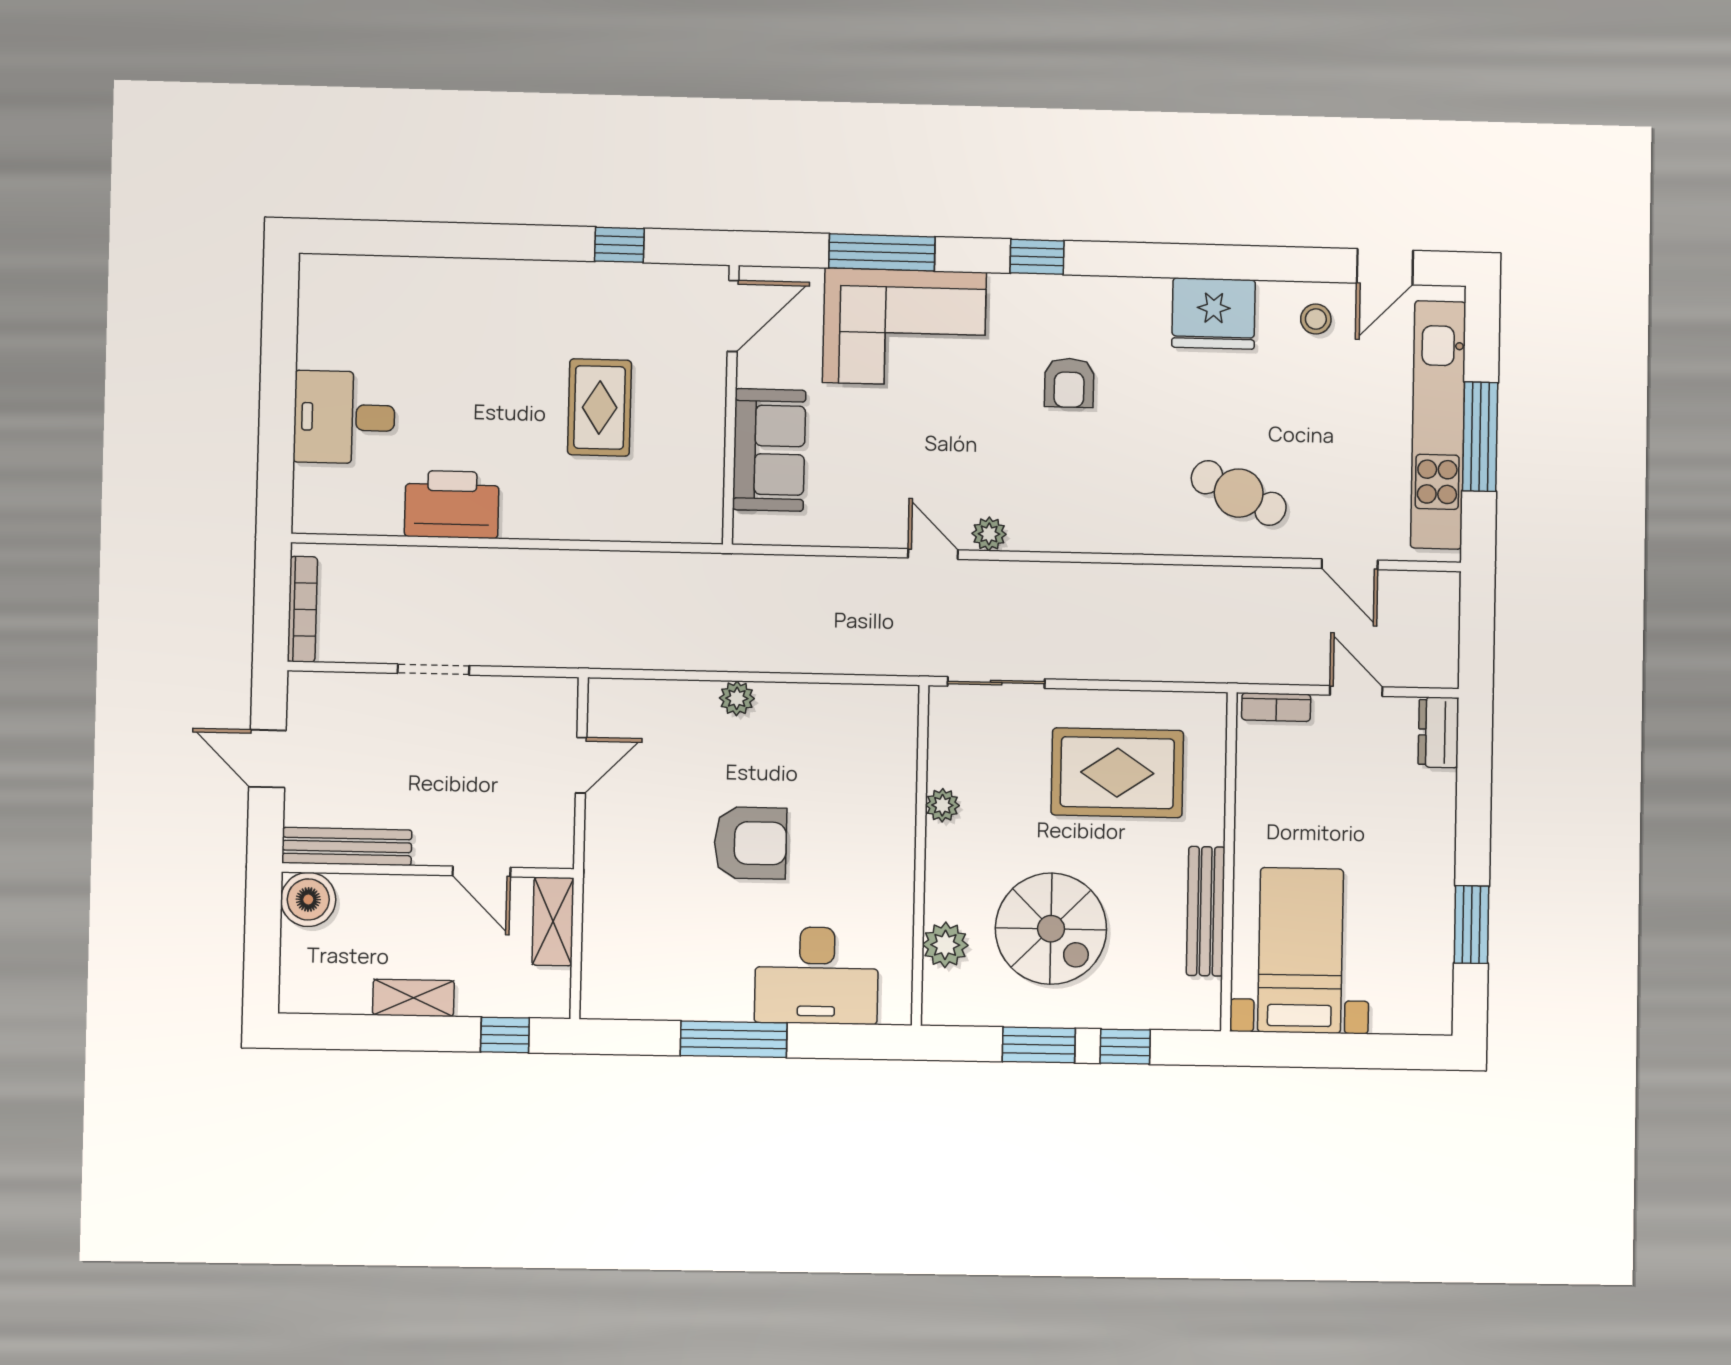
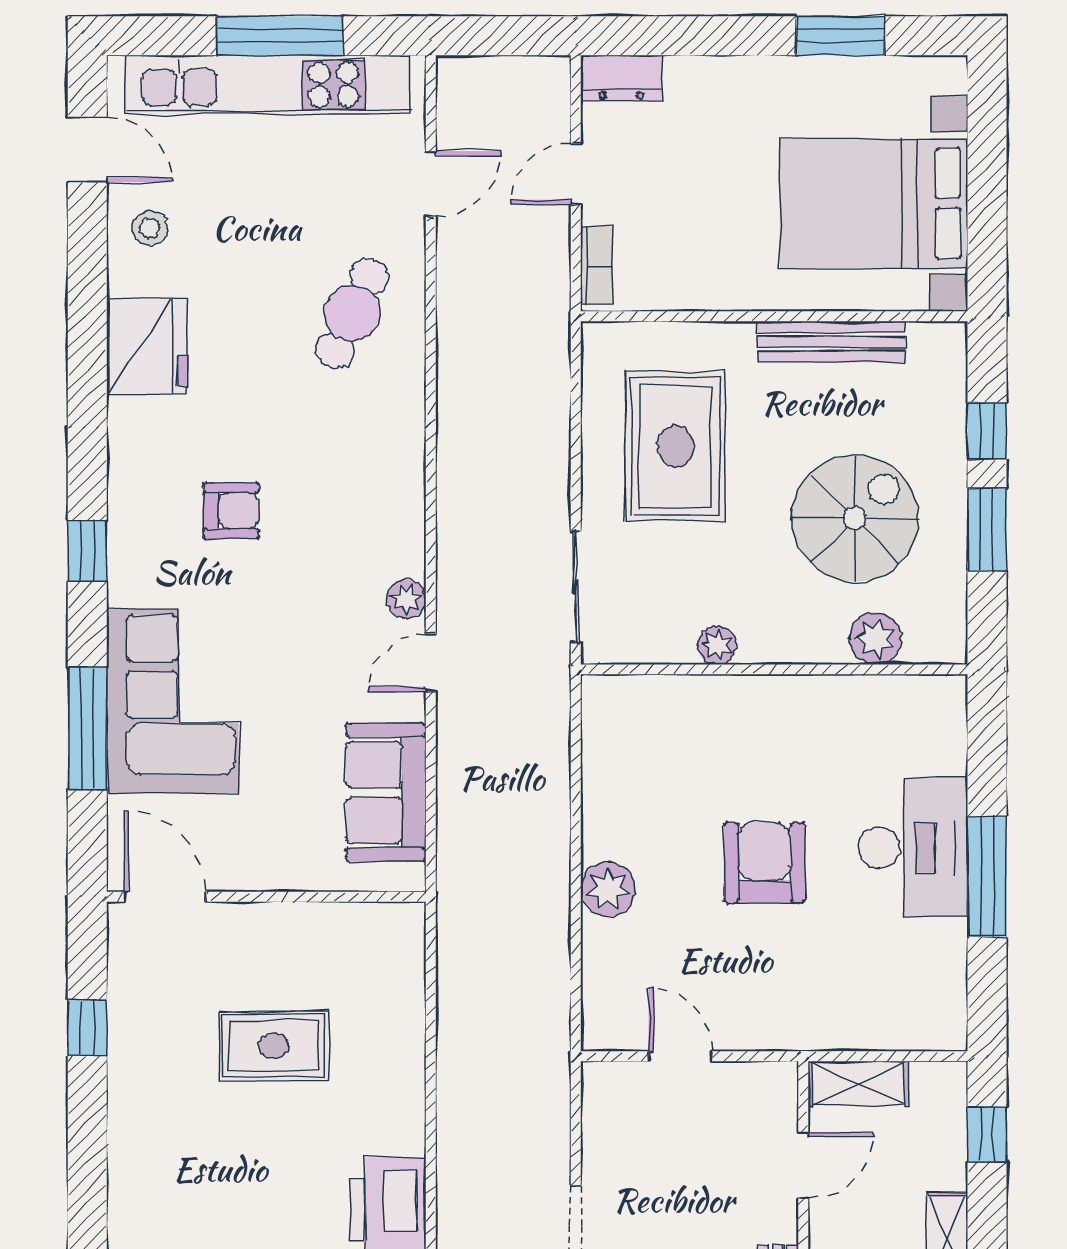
sofa: (769, 450) -> (386, 792), moved, turned -90
plant: (737, 698) -> (608, 889), width x1.38, depth x1.38
bed with nightstands: (1300, 950) -> (874, 203), width x1.36
desk: (817, 975) -> (913, 847), moved

